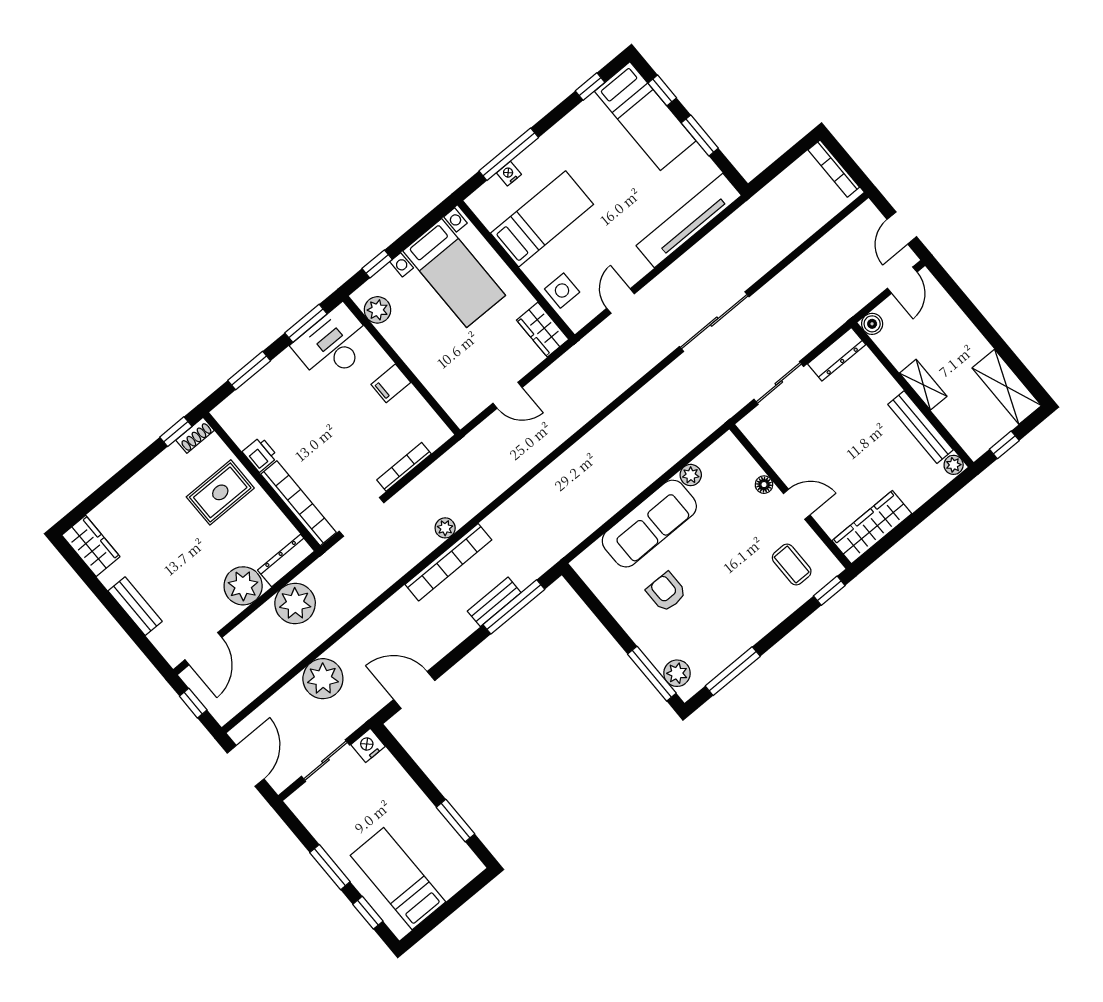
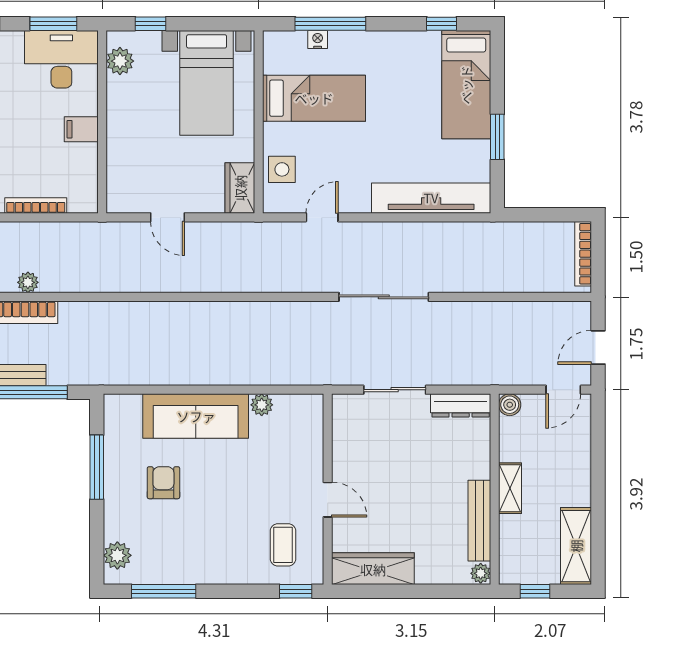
window: (662, 90) -> (497, 75), removed
floor lamp: (764, 485) -> (314, 462), removed
window: (652, 674) -> (97, 467), moved

